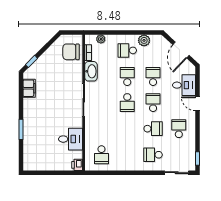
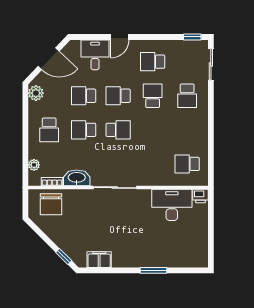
plant: (144, 40) -> (36, 93), moved
desk: (71, 139) -> (172, 205), width x1.37
school desk: (101, 155) -> (187, 164), turned 180

